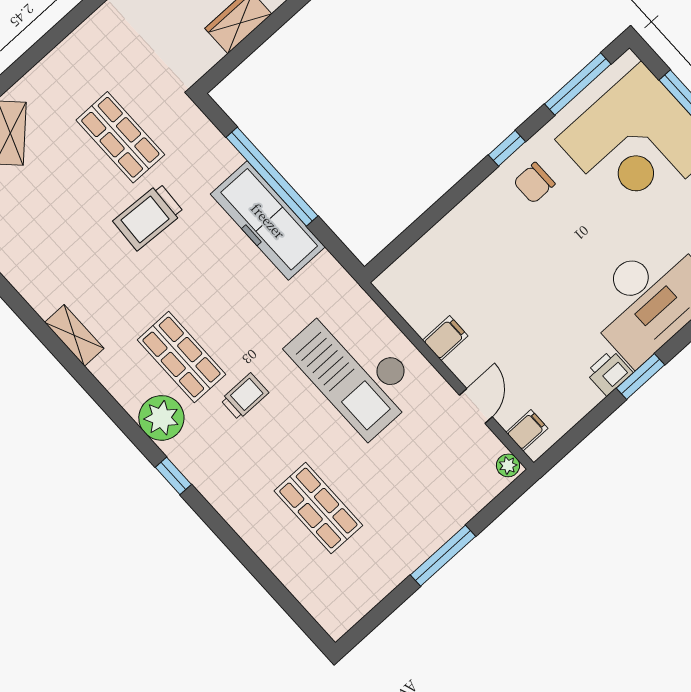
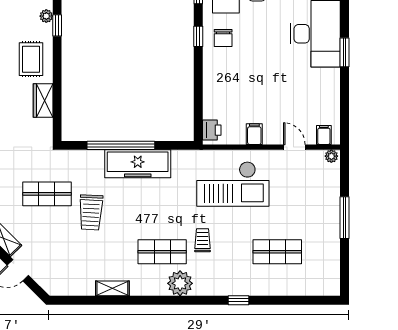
printer: (609, 373) -> (212, 130), moved, turned 180
window: (640, 376) -> (344, 52), moved
window: (173, 476) -> (239, 300), moved

